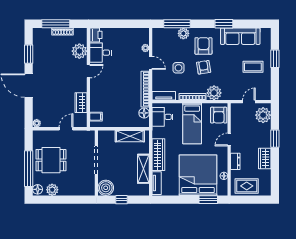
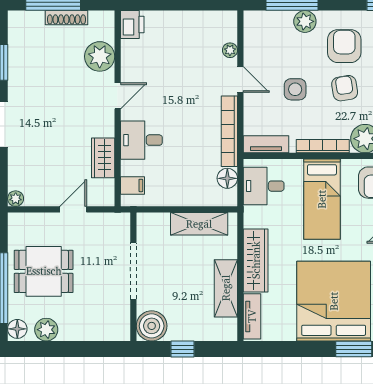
desk: (101, 53) -> (141, 140), moved

